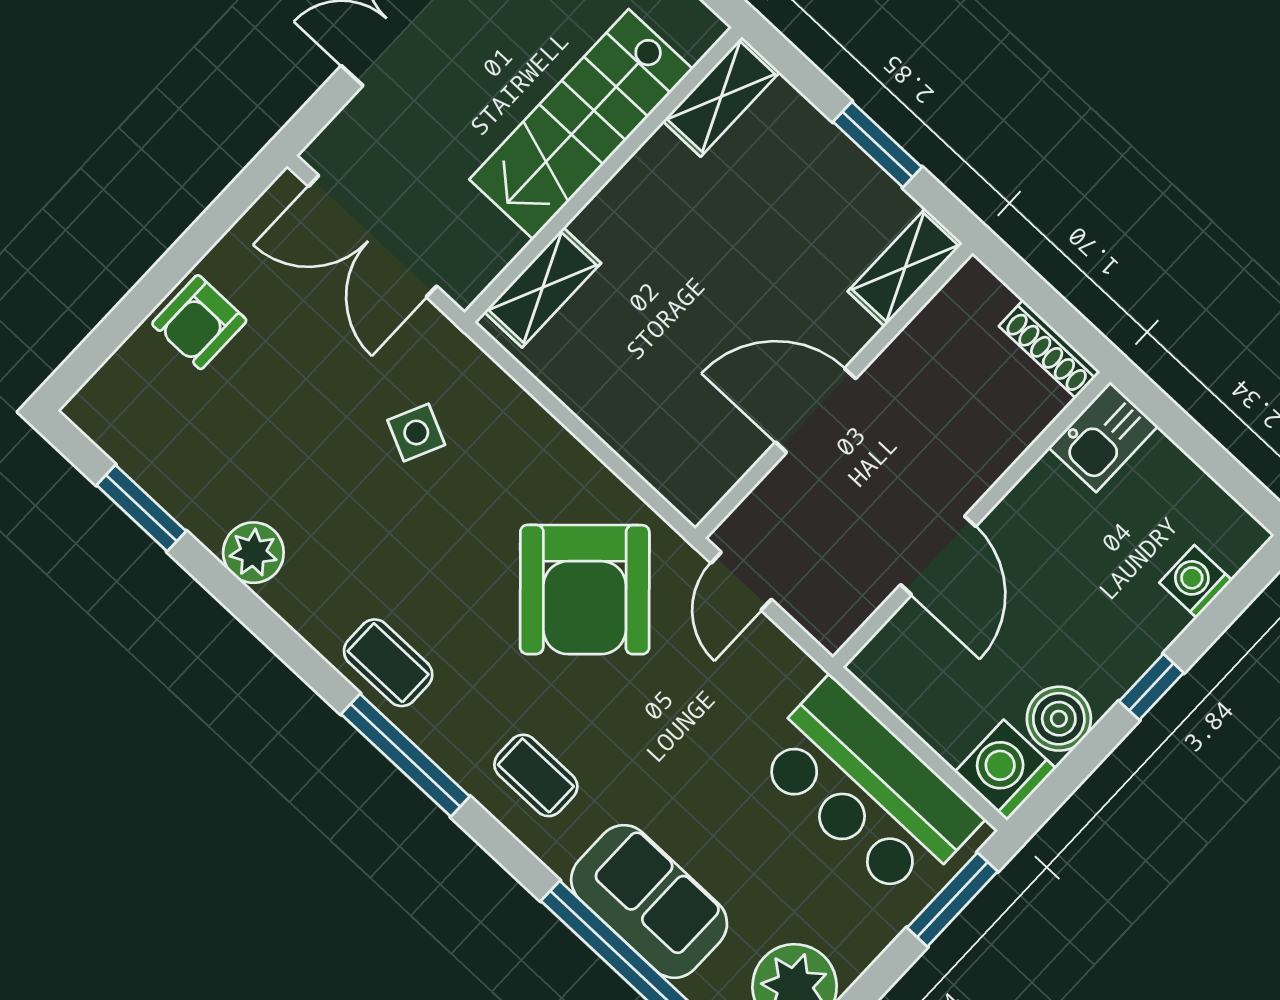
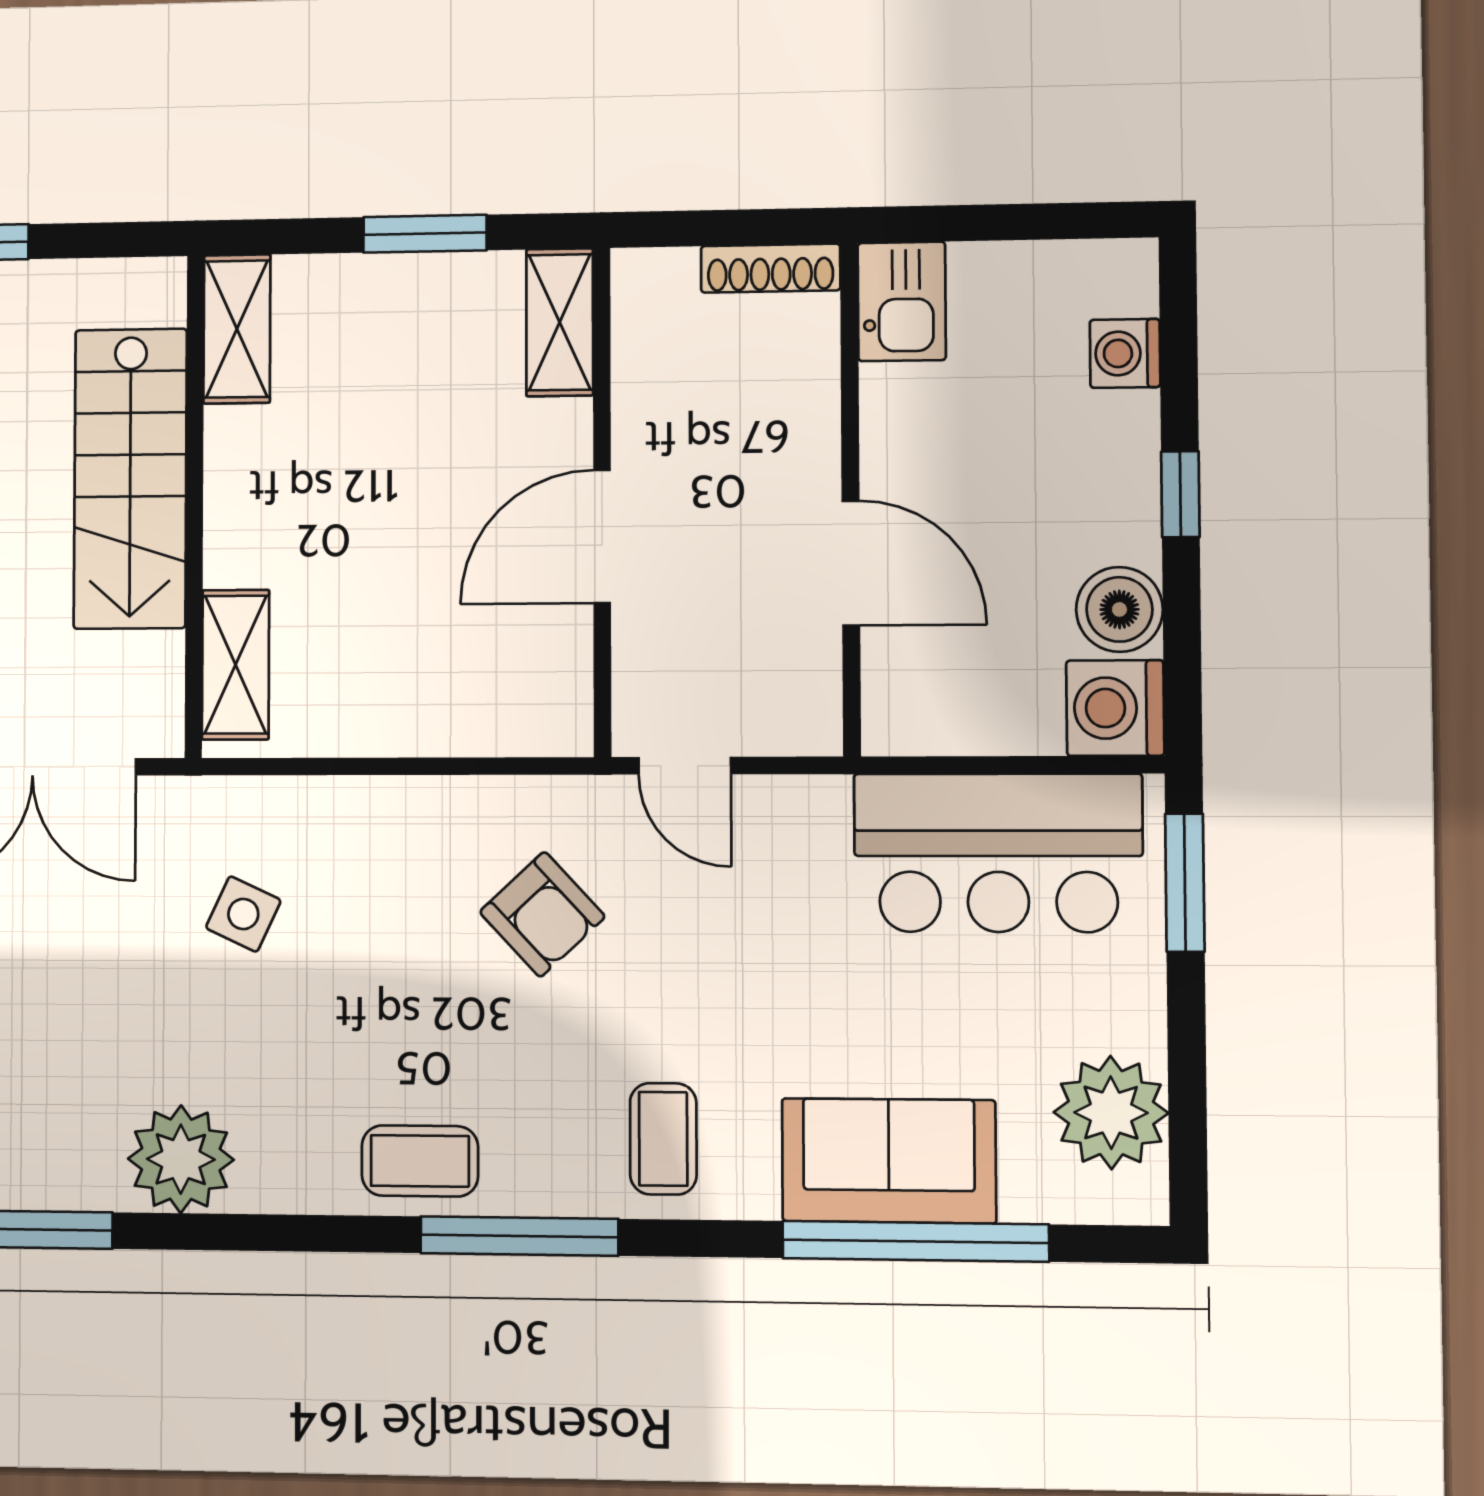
plant: (253, 553) -> (181, 1159), width x1.36, depth x1.36
armchair: (585, 590) -> (542, 914), width x0.53, depth x0.53
coffee table: (536, 775) -> (663, 1139), turned 90

